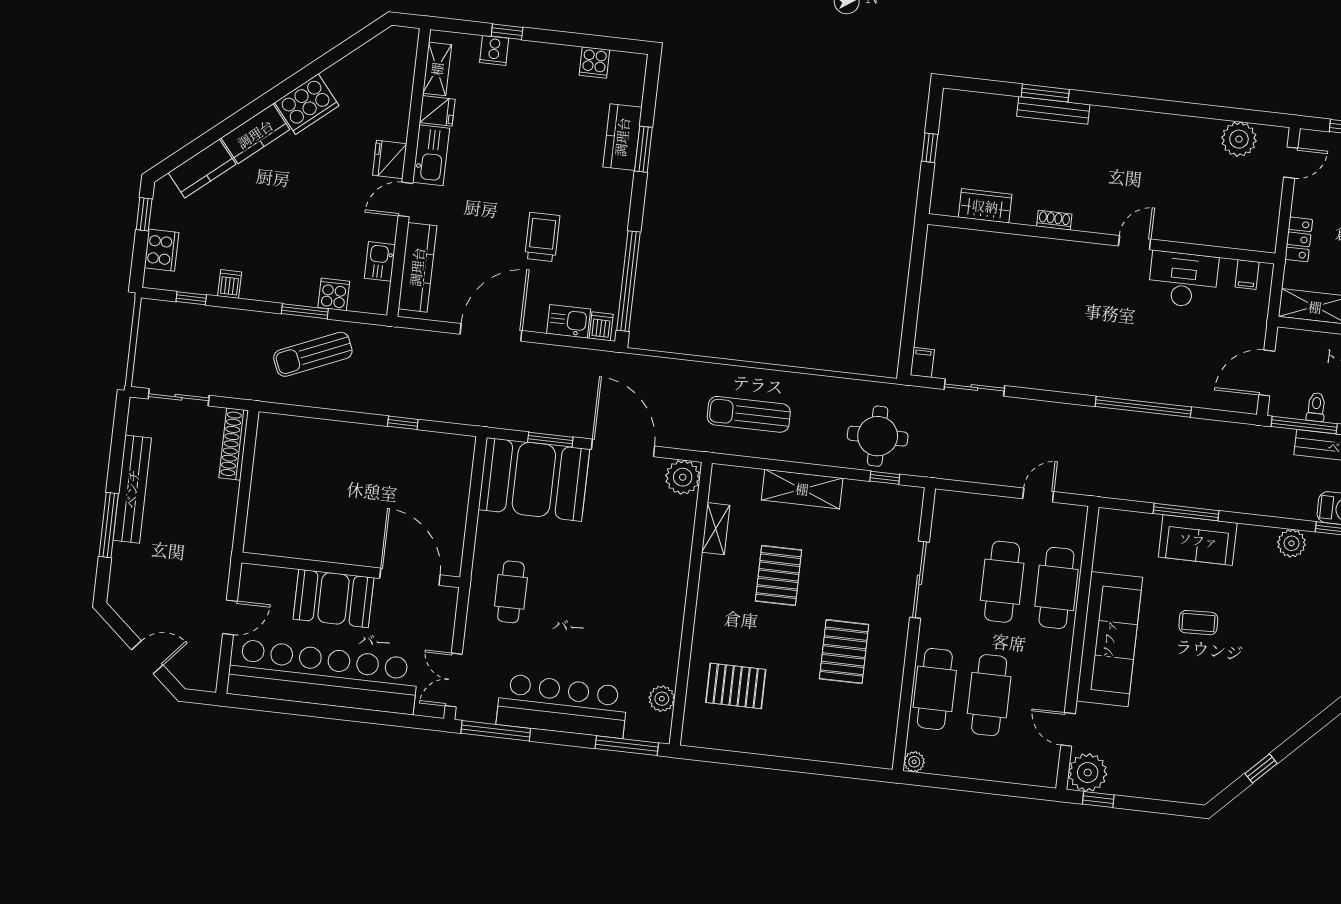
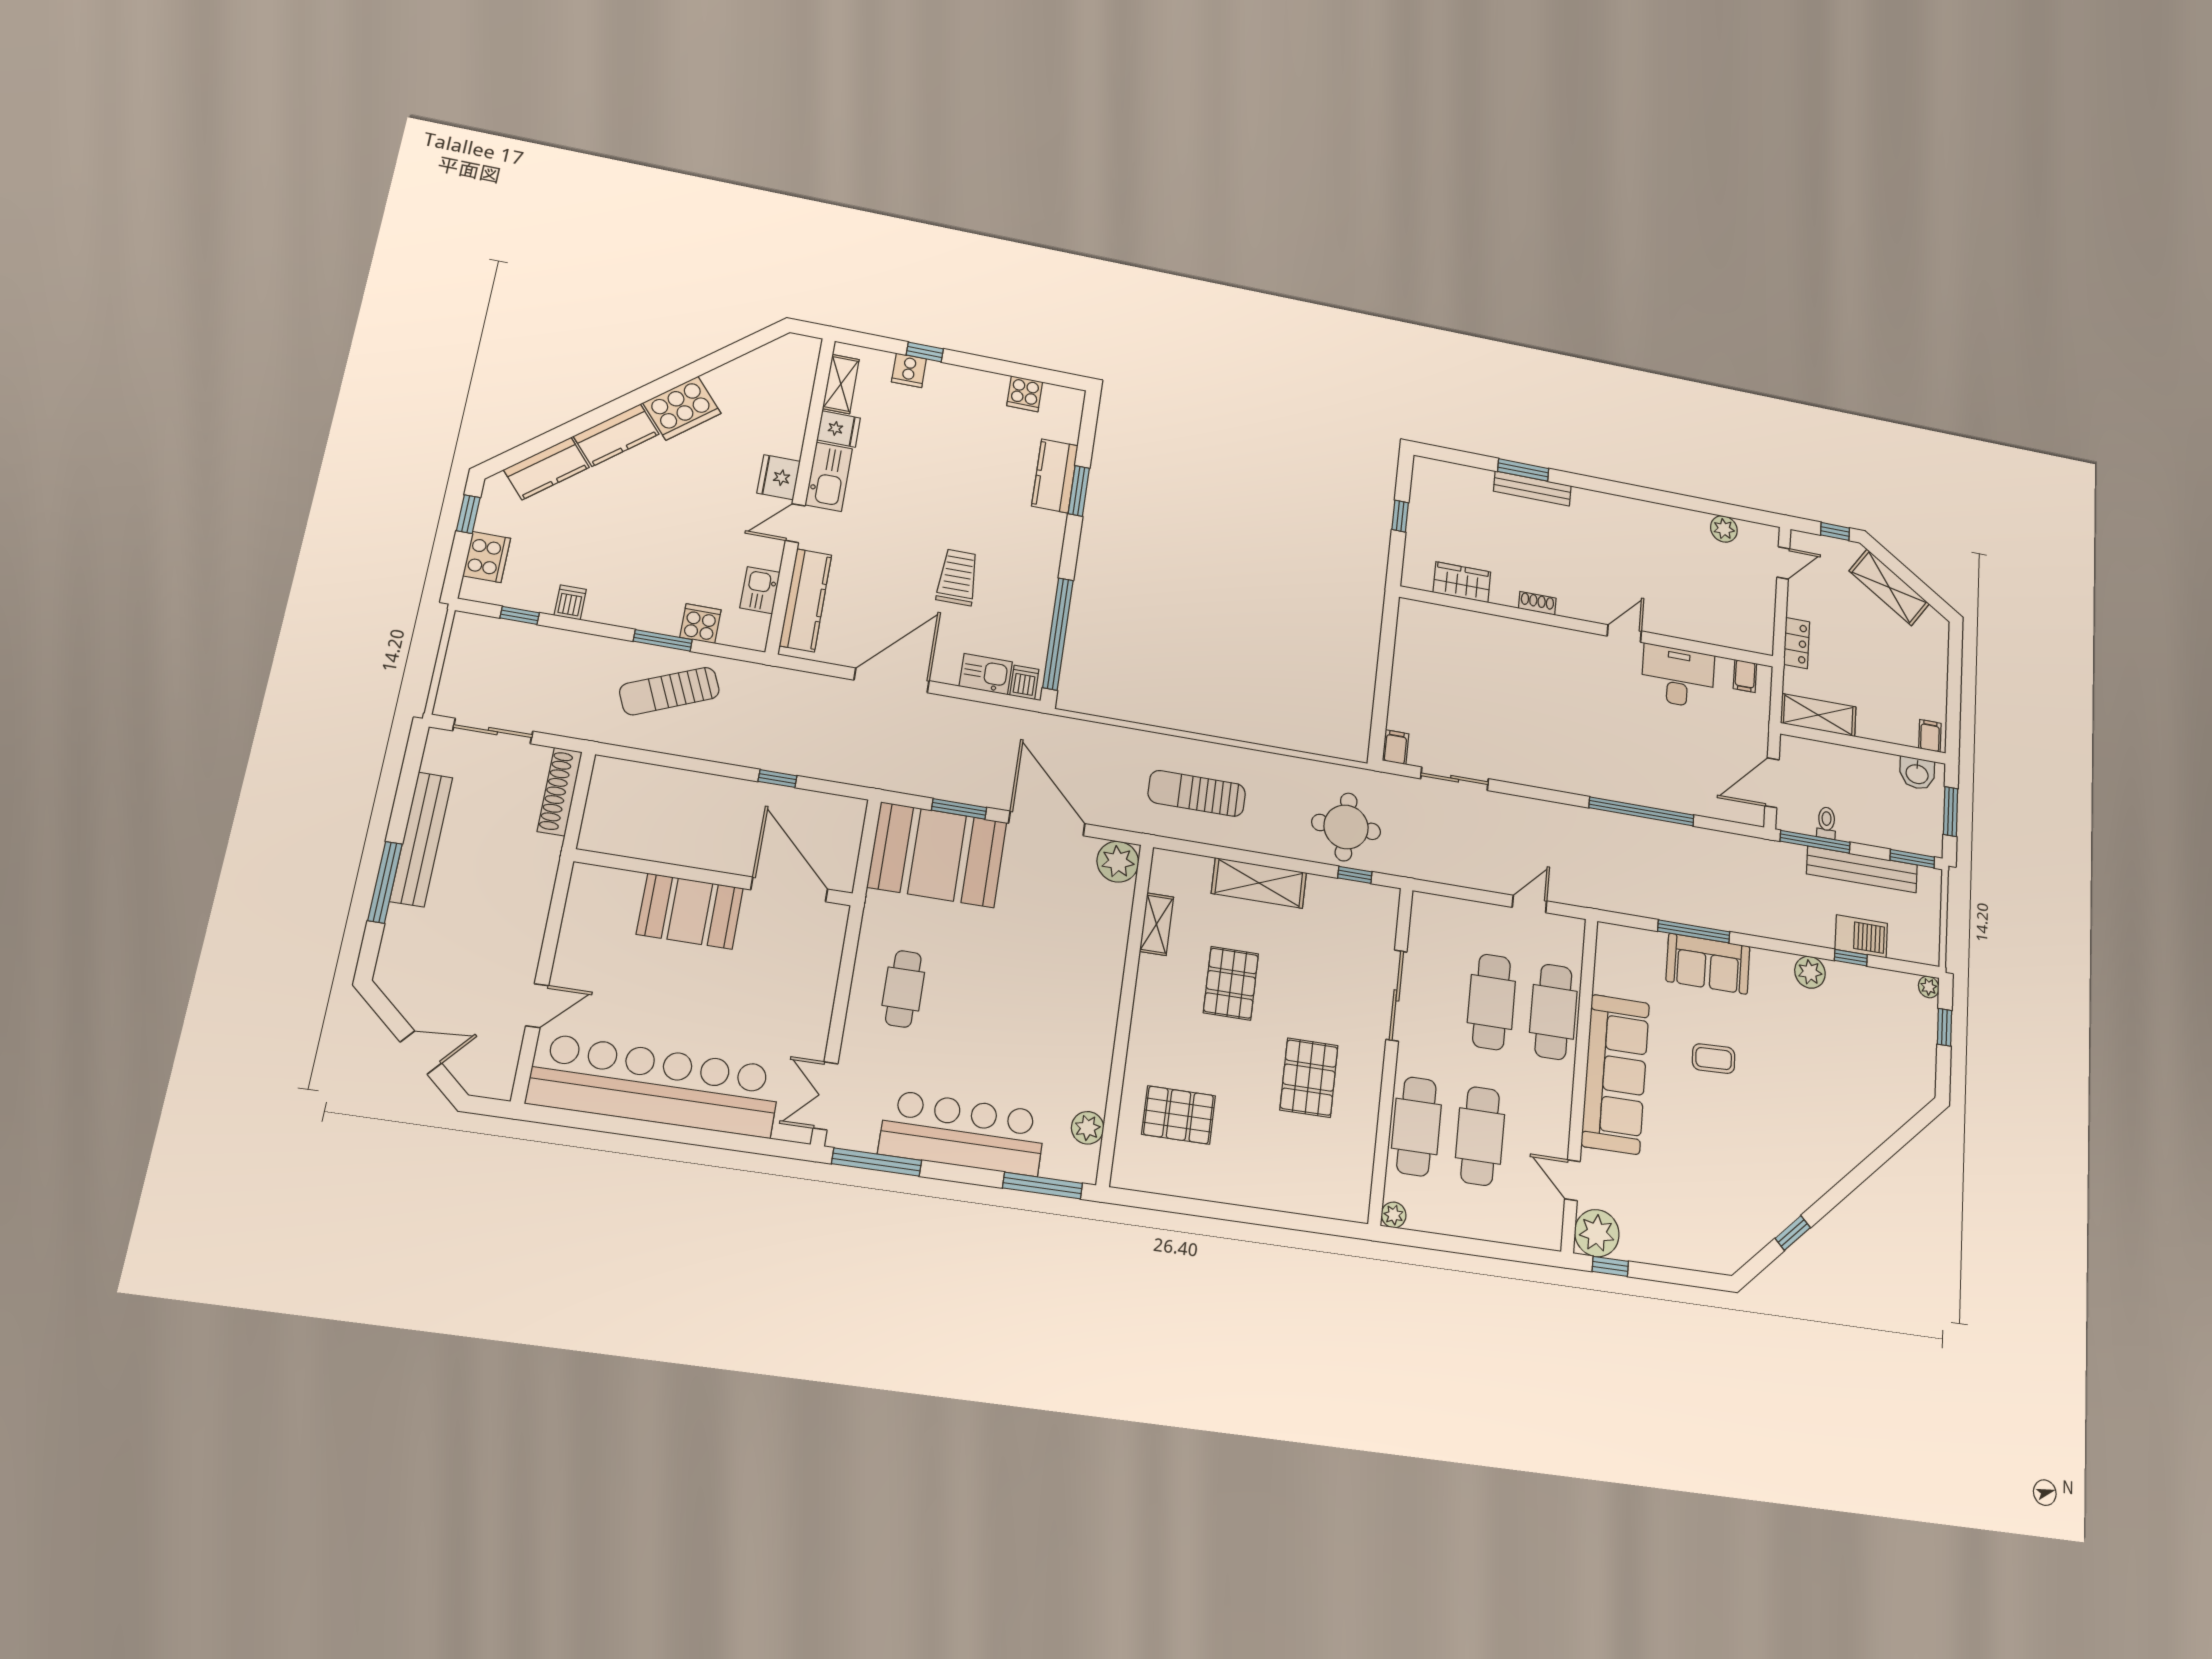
plant: (1239, 139) -> (1724, 529), width x0.73, depth x0.73
wall: (351, 570) -> (714, 878), moved
door: (410, 577) -> (789, 889), moved
booth: (333, 598) -> (690, 911), moved

